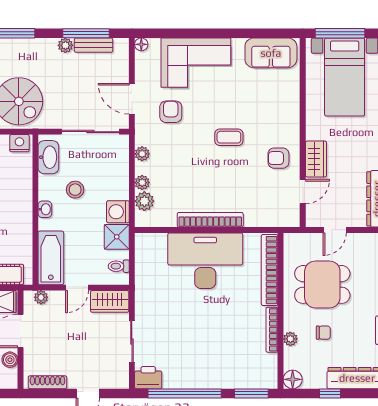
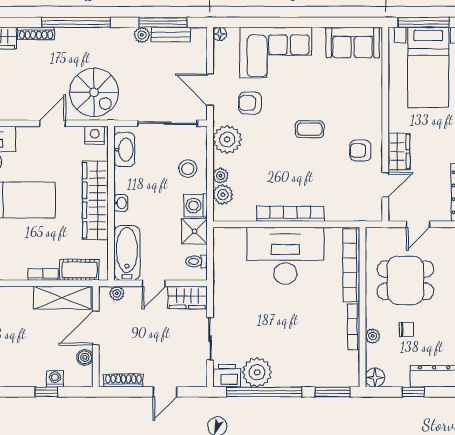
armchair: (171, 112) -> (250, 103), turned -90
plant: (142, 154) -> (227, 139), width x1.87, depth x1.87
stool: (75, 190) -> (188, 169), moved
wardrobe: (20, 207) -> (95, 200), added
plant: (178, 374) -> (257, 372), added

